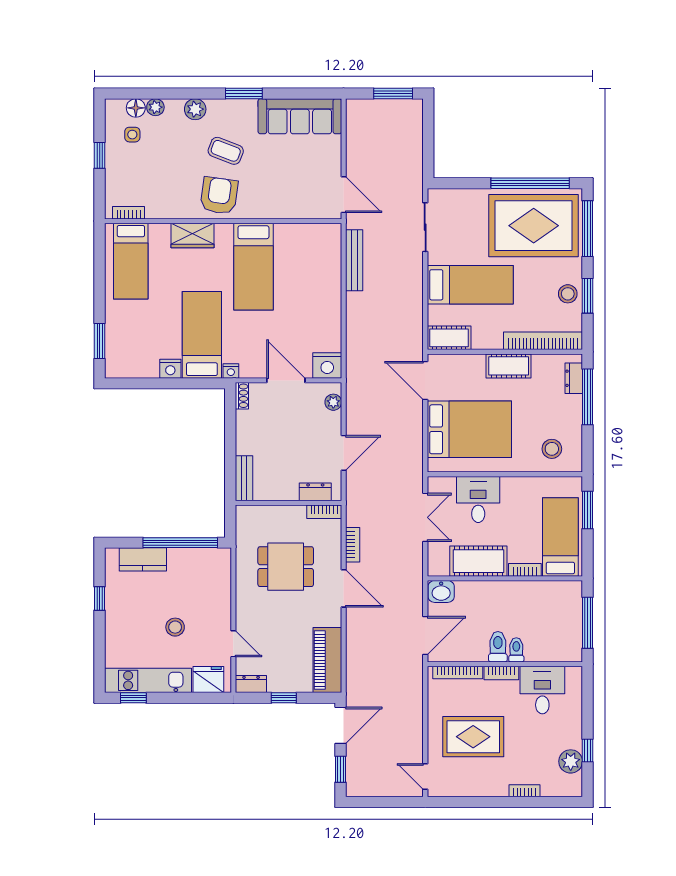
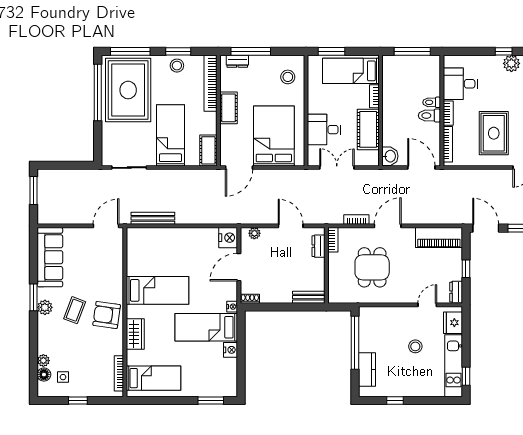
plant: (195, 109) -> (45, 307), moved
bookcase: (129, 213) -> (119, 373), width x1.56

